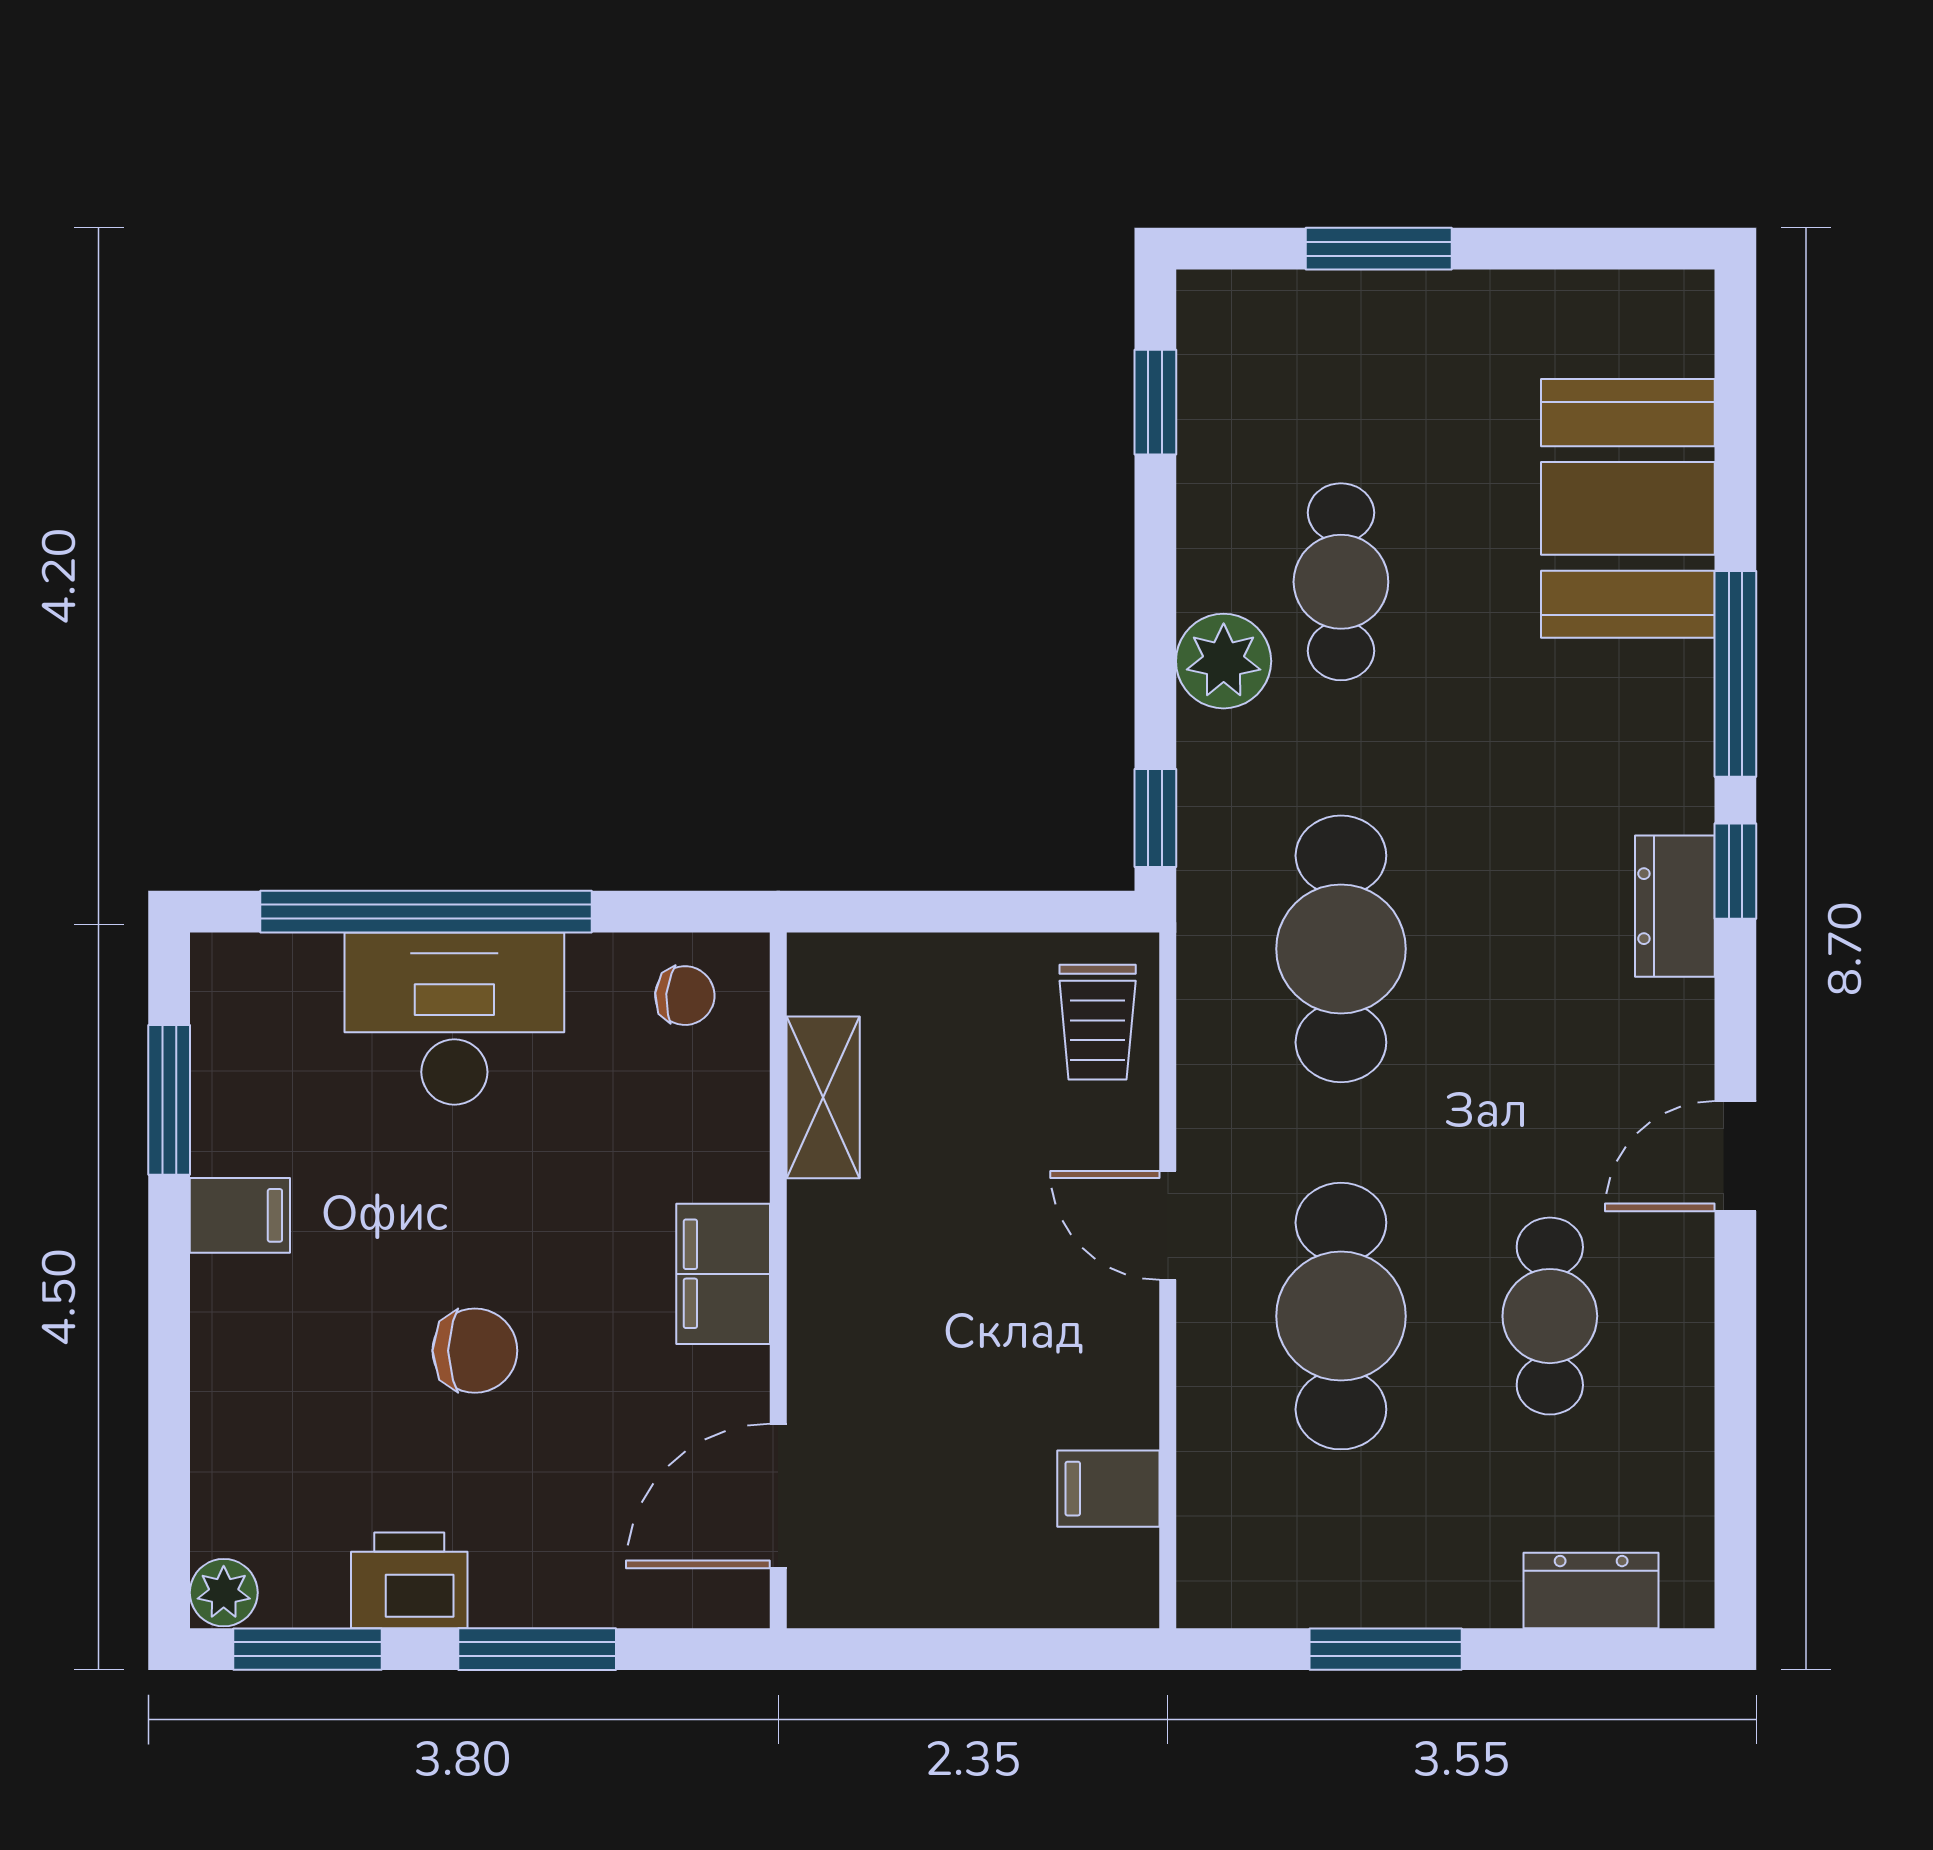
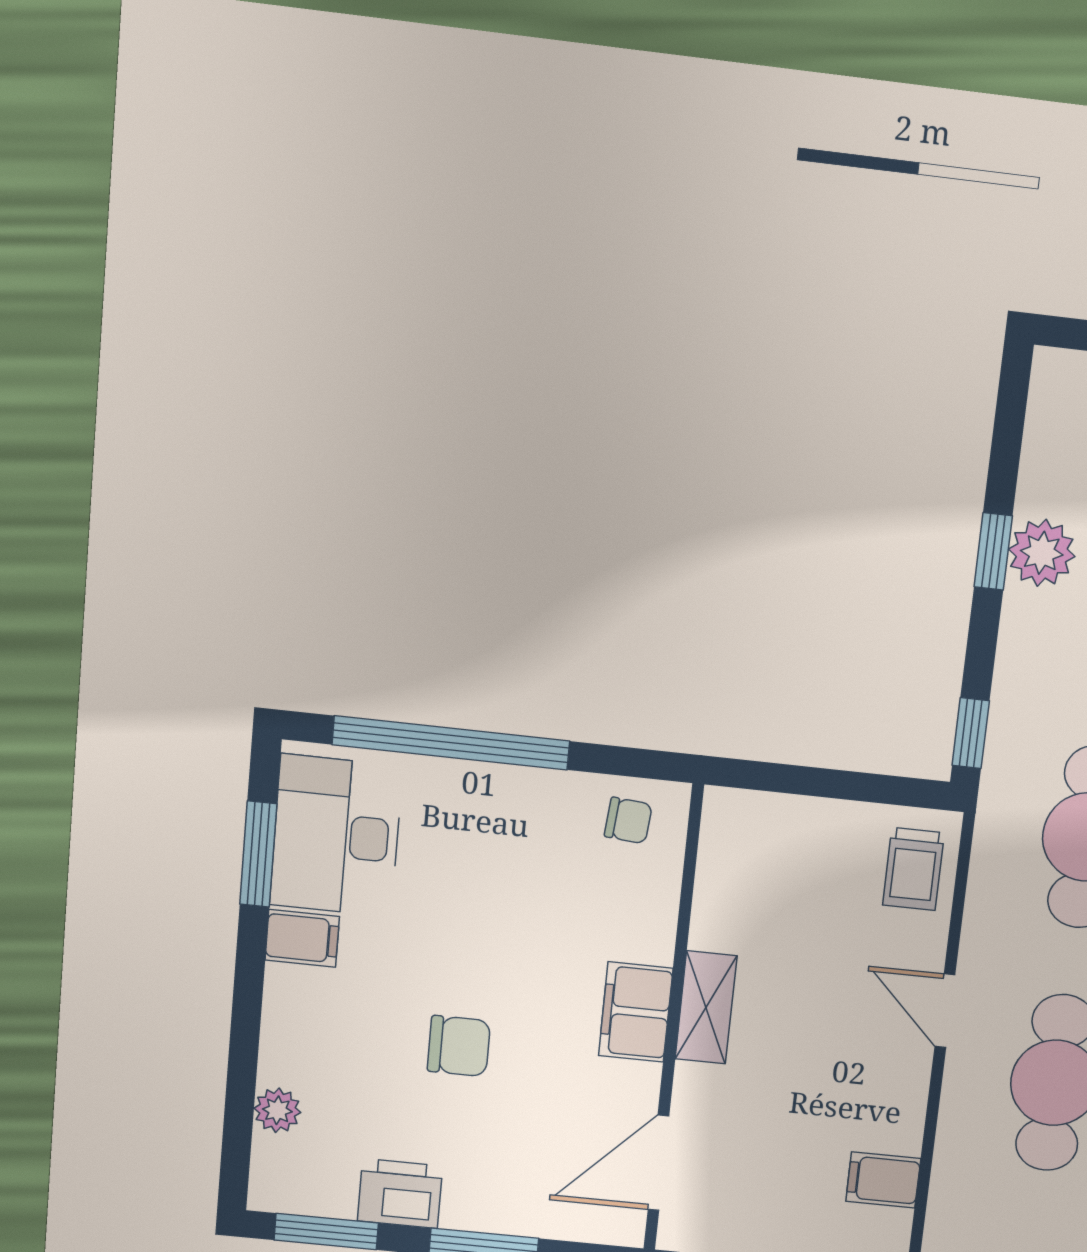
window: (1155, 402) -> (993, 551), moved
plant: (1224, 661) -> (1042, 553), moved
desk: (454, 1019) -> (336, 836), moved, turned -90
shelving: (823, 1097) -> (706, 1007), moved
plant: (224, 1593) -> (277, 1110), moved

